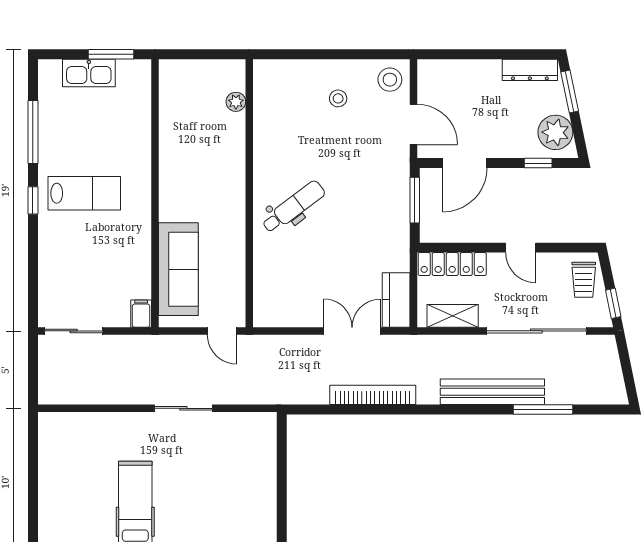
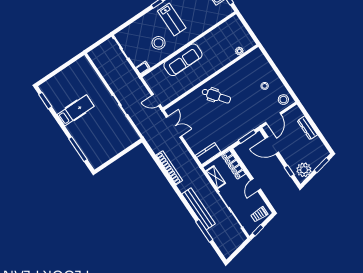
dresser: (530, 70) -> (307, 128), moved
stool: (113, 250) -> (159, 43), added
sofa: (178, 269) -> (183, 60), moved
door: (222, 331) -> (156, 100), hinge flipped
double door: (352, 331) -> (174, 127), moved

